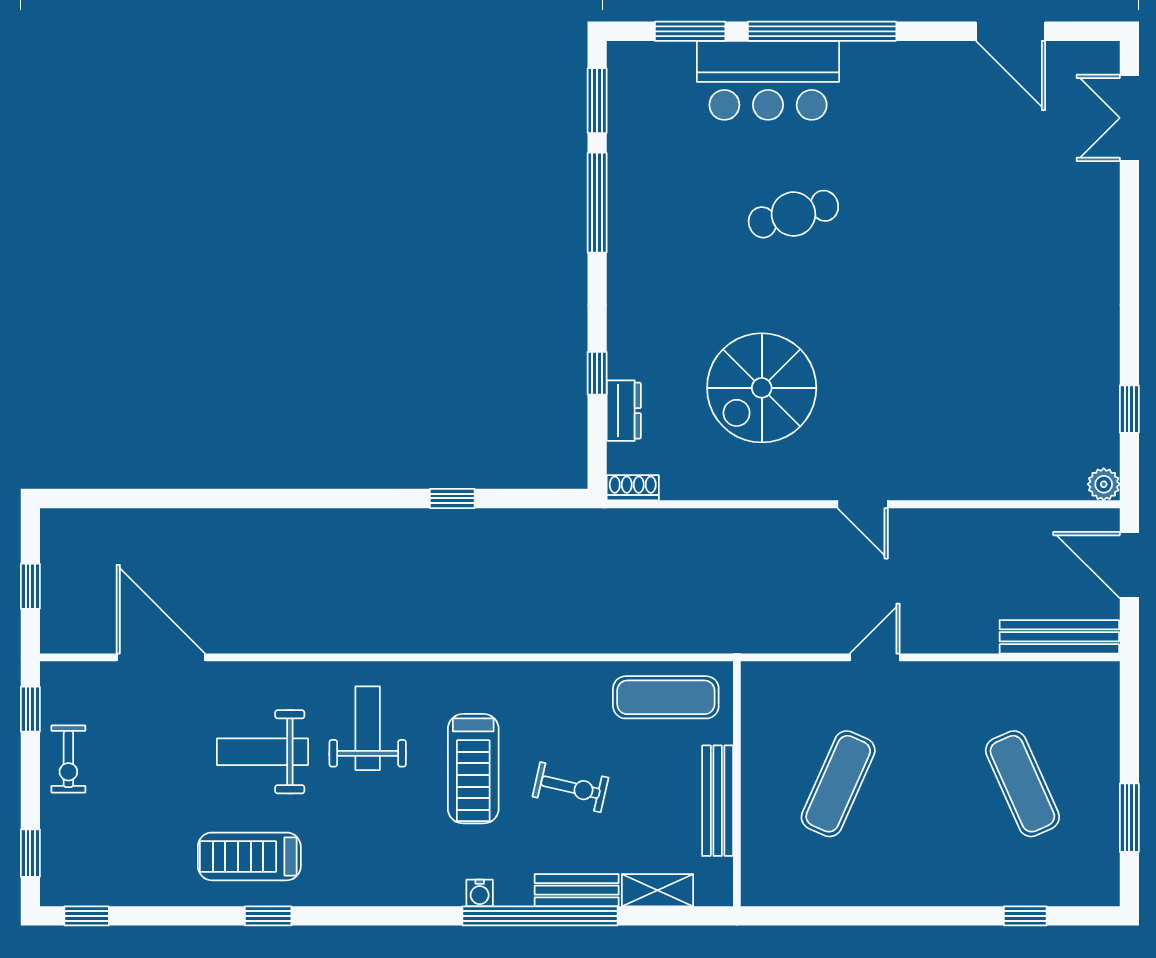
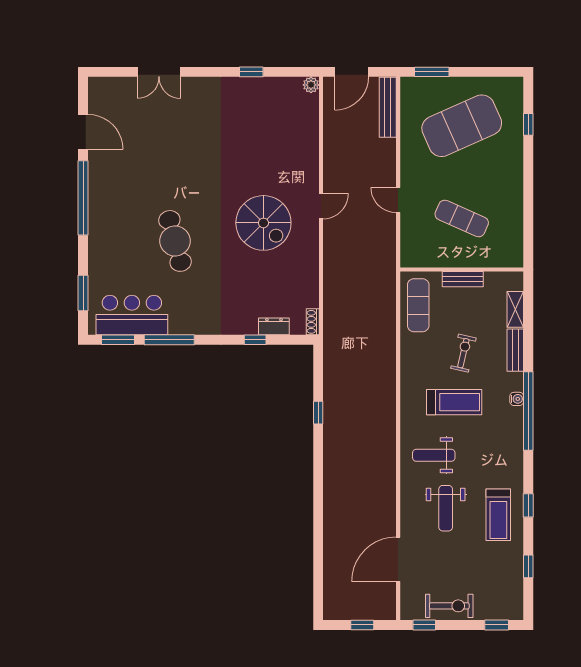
window: (822, 31) -> (83, 198), moved
door: (1011, 31) -> (83, 132), hinge flipped
bar counter: (768, 80) -> (132, 315), moved, turned -90
double door: (1129, 118) -> (159, 72), moved
cafe table: (793, 214) -> (175, 241), width x1.37, depth x1.35
spiral stairs: (762, 388) -> (263, 223), moved
window: (1129, 409) -> (251, 72), moved
exercise bike: (68, 759) -> (449, 606), width x1.38, depth x1.39
exercise mat: (1022, 784) -> (462, 126), width x2.00, depth x1.45
bench: (718, 801) -> (463, 279), width x0.73
window: (1129, 818) -> (432, 72), moved
window: (87, 916) -> (528, 566), moved
window: (540, 916) -> (528, 411), moved

